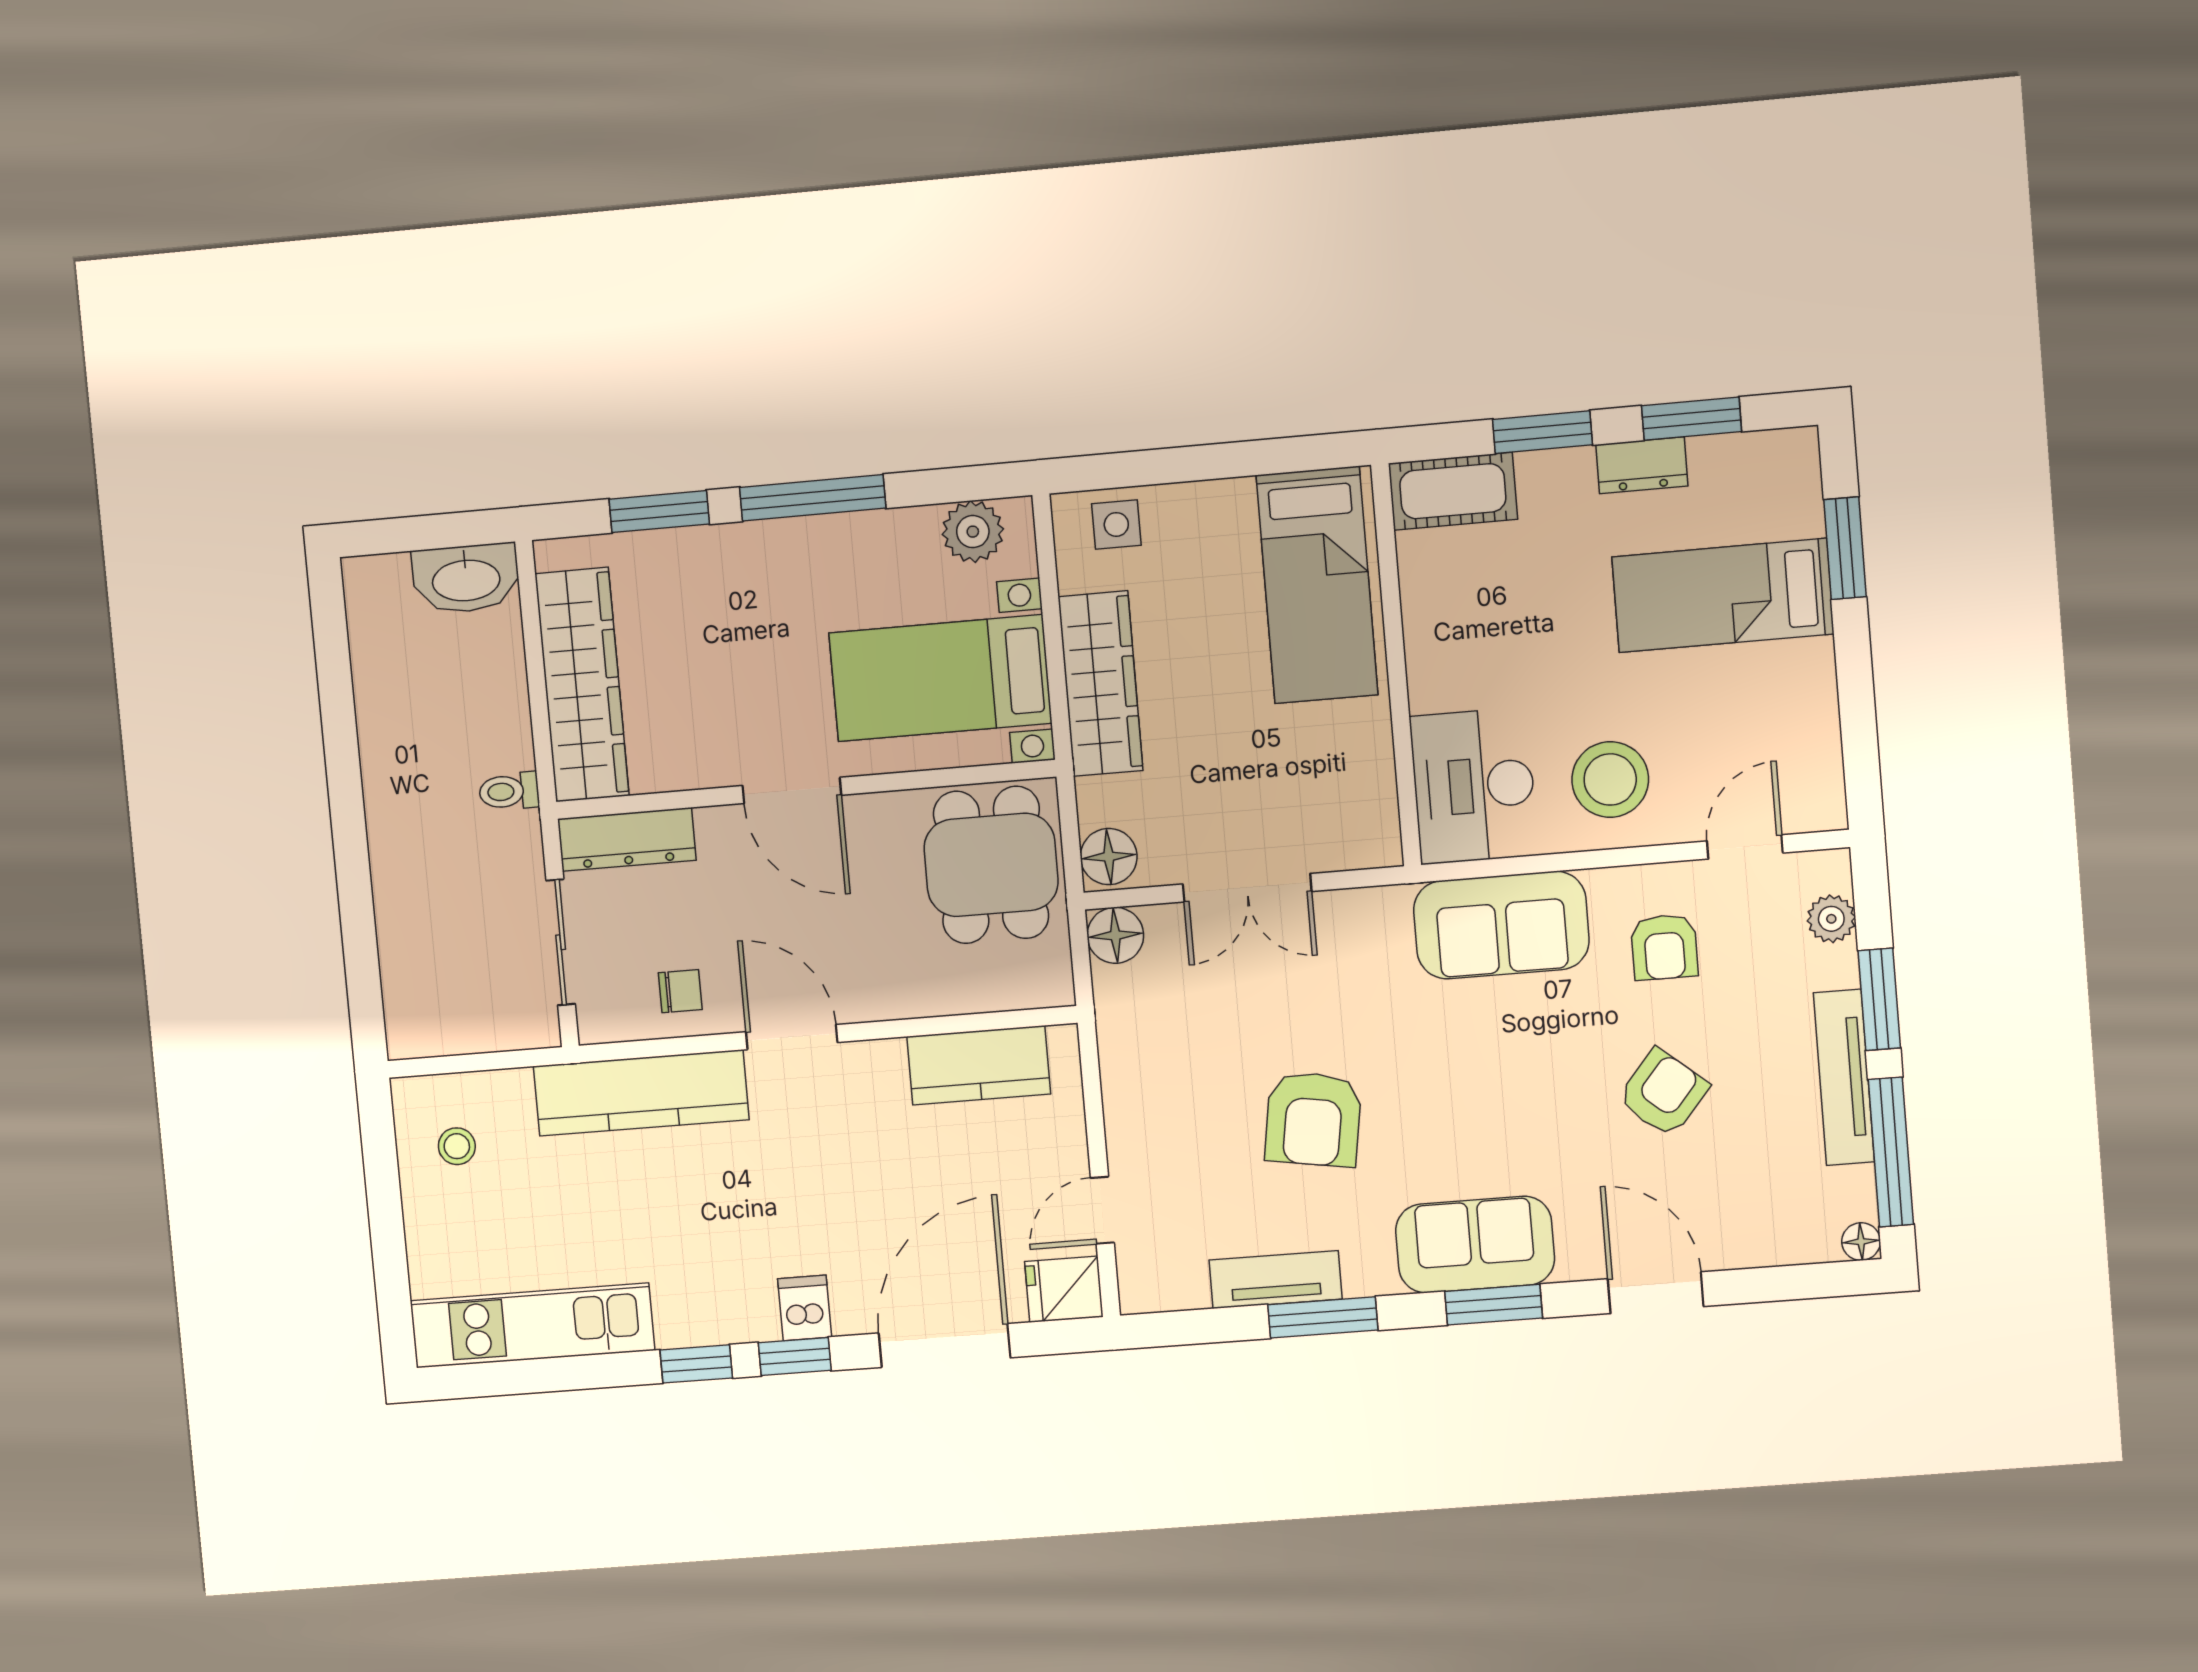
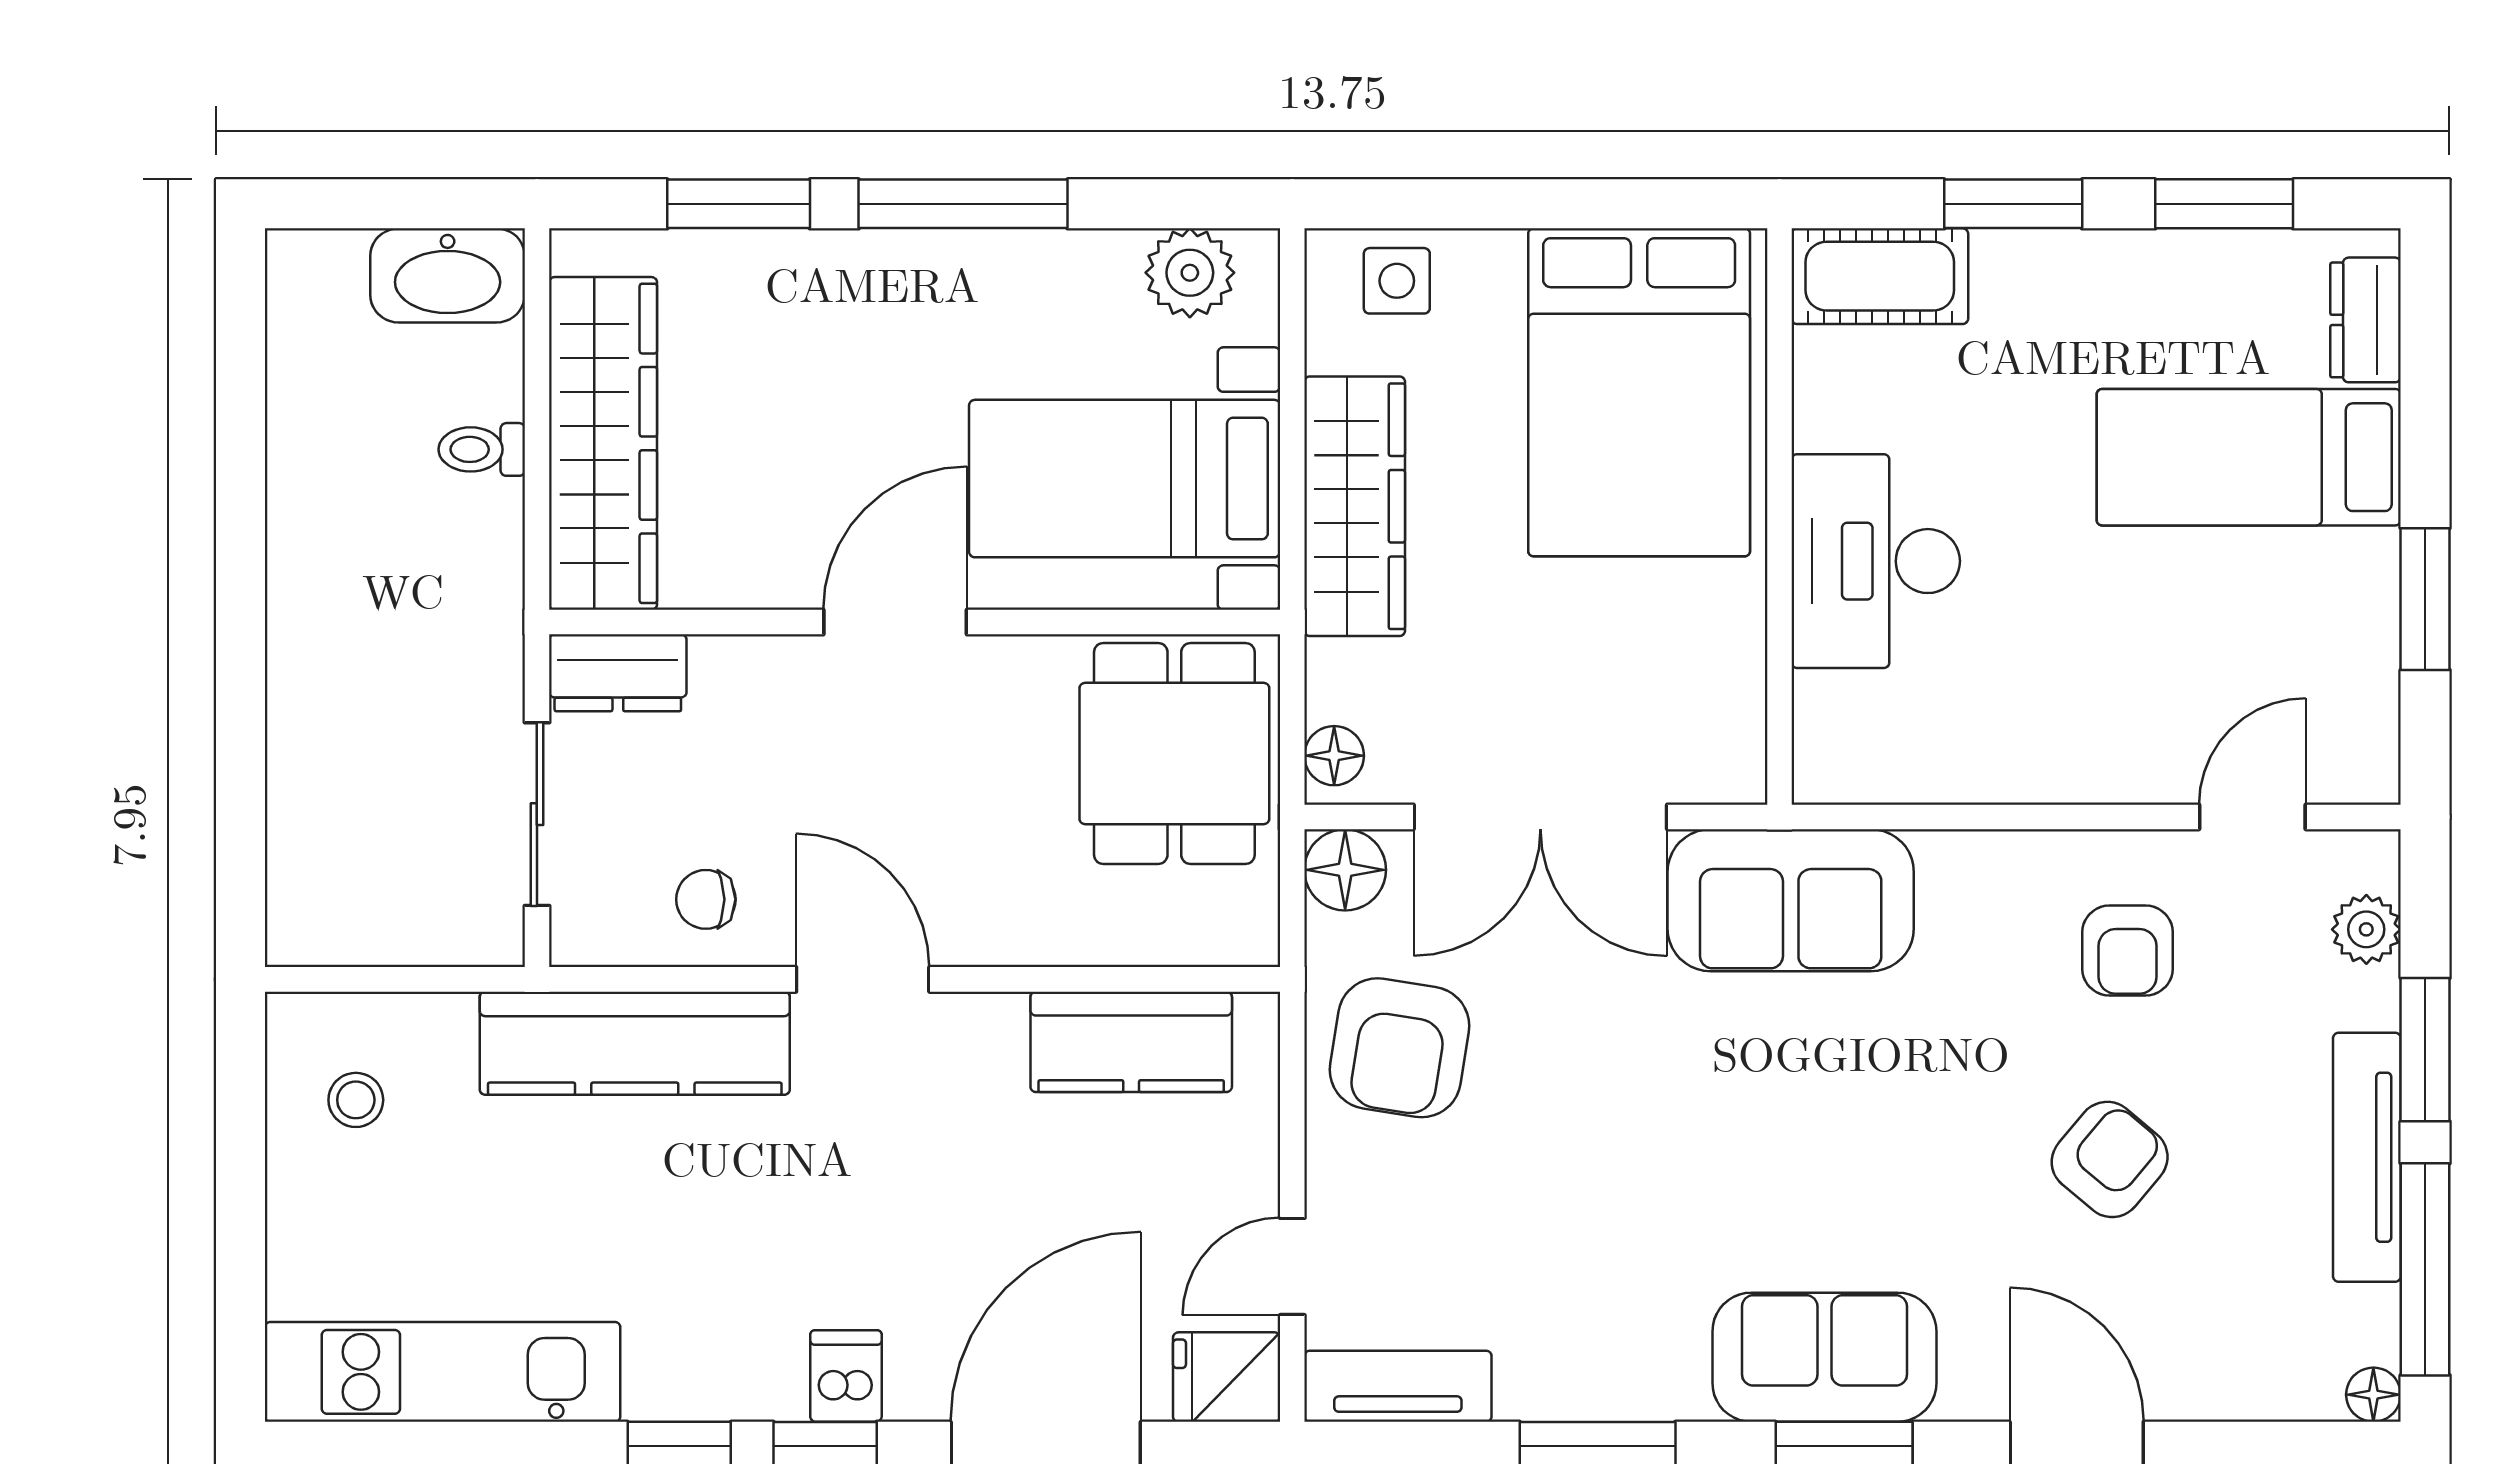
dresser: (1642, 465) -> (2366, 320), moved, turned 90
window: (1845, 548) -> (2425, 599), moved
bed: (1317, 585) -> (1639, 392), width x1.50
stool: (1610, 779) -> (2070, 705), removed
desk: (1474, 786) -> (1876, 561), moved
door: (792, 790) -> (895, 622), swing flipped
toilet: (509, 791) -> (482, 449), moved
dresser: (627, 839) -> (618, 673), width x0.70
floor lamp: (1109, 857) -> (1334, 756), width x0.73, depth x0.73
double door: (1247, 888) -> (1540, 817), width x1.37
sofa: (1501, 925) -> (1791, 900), moved
chair: (680, 991) -> (706, 899), turned 180
armchair: (1313, 1119) -> (1399, 1048), moved
tv unit: (1276, 1280) -> (1398, 1386), moved

